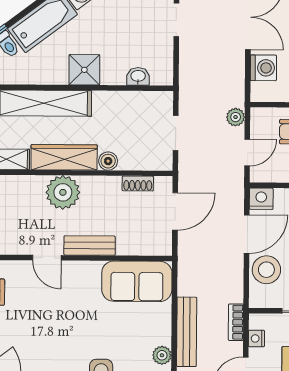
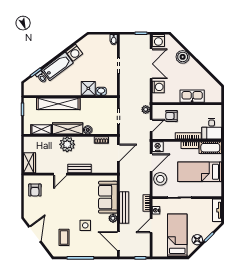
shower: (84, 70) -> (88, 88), moved
door: (47, 258) -> (60, 174), hinge flipped
sofa: (137, 281) -> (108, 197), moved, turned 90

